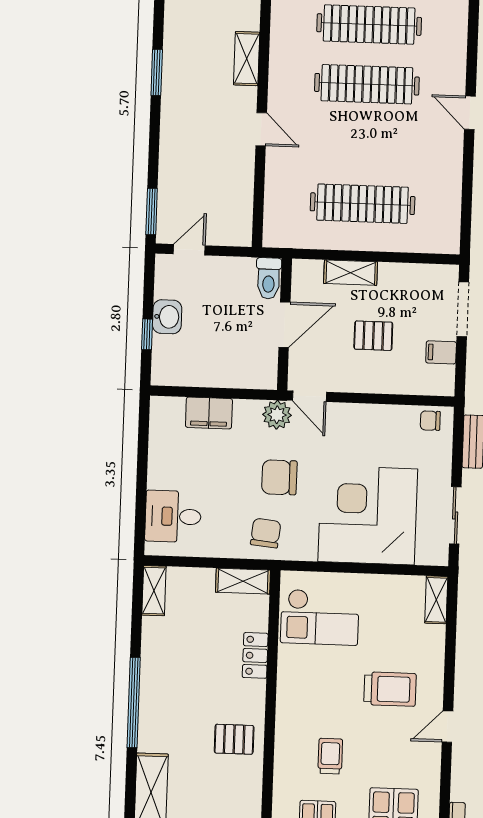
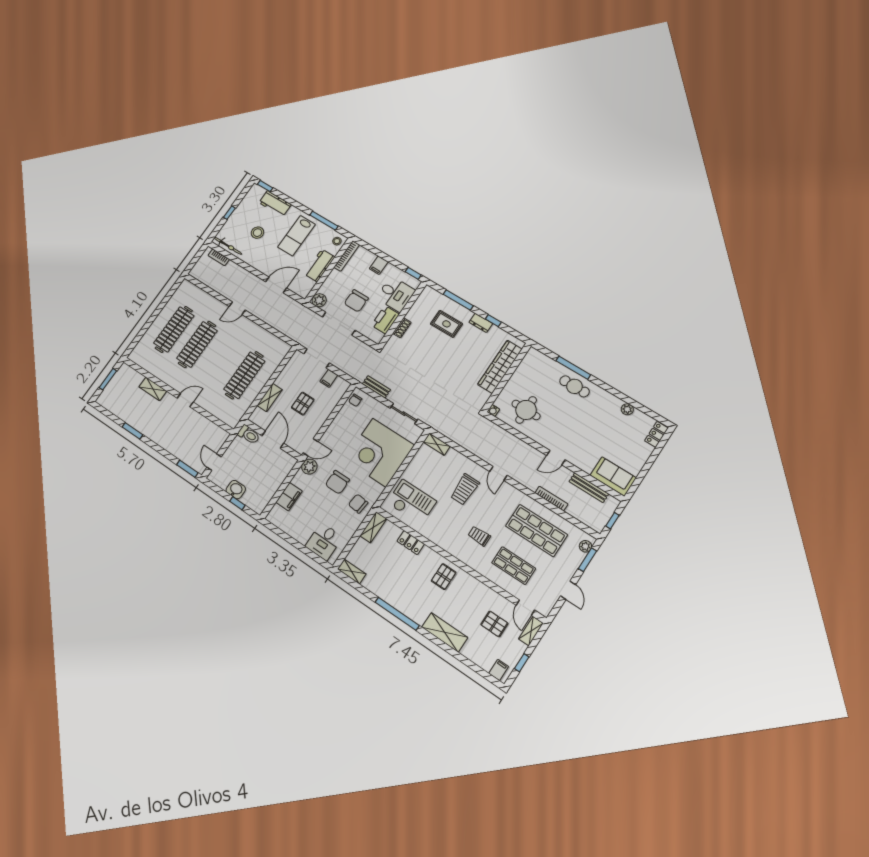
checkout: (320, 617) -> (412, 502), turned -90
trolley: (390, 689) -> (465, 489), turned 180

